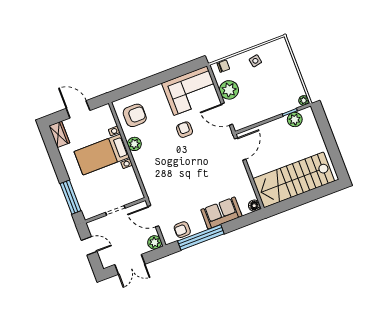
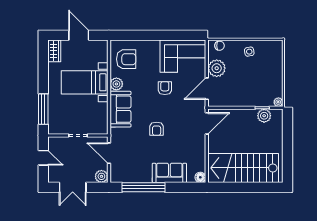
door: (227, 114) -> (207, 89), hinge flipped
sofa: (148, 168) -> (120, 109), added
armchair: (182, 230) -> (157, 129), moved, turned -90

